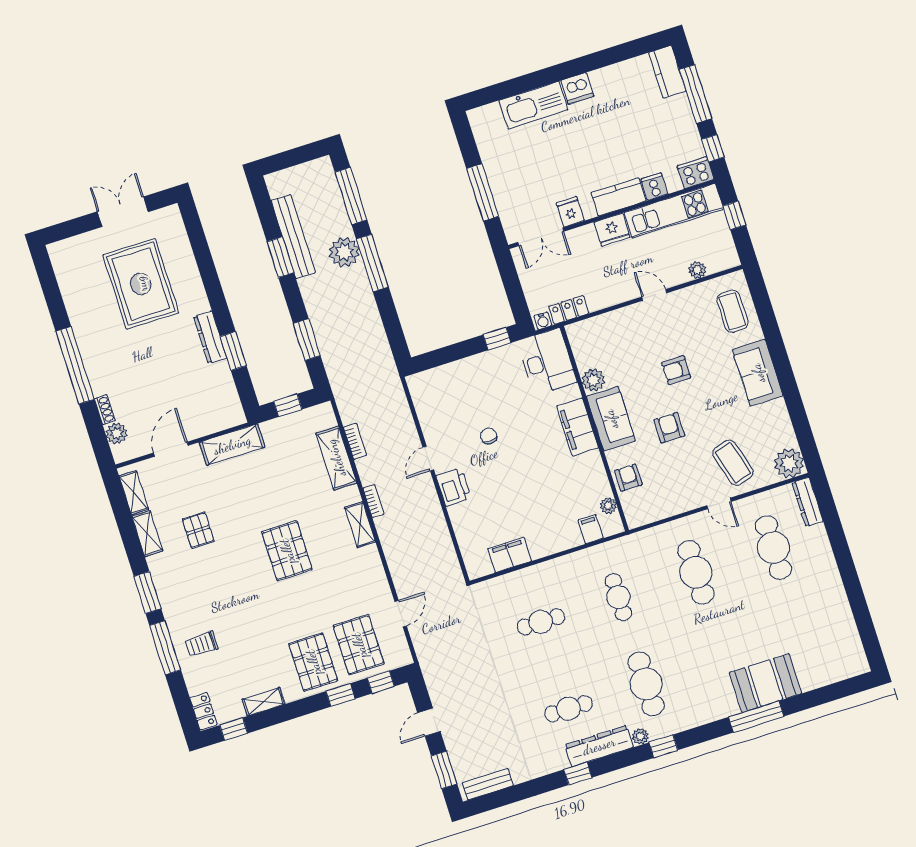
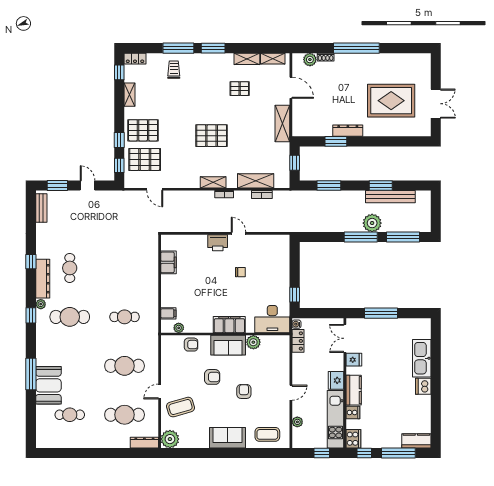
cafe table: (541, 622) -> (70, 415), moved, turned 90

